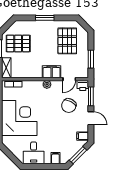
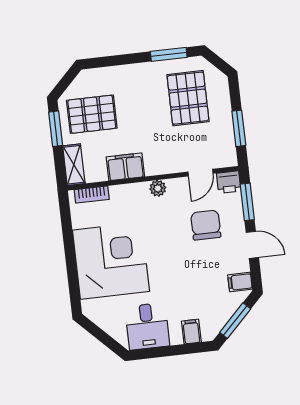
window: (45, 18) -> (169, 54), moved
filing cabinet: (52, 72) -> (125, 167), moved
chair: (69, 106) -> (206, 225), turned 153

